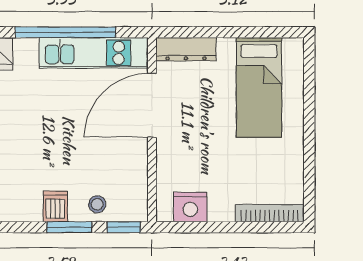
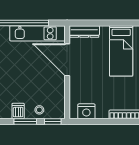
door: (152, 105) -> (67, 60), hinge flipped

